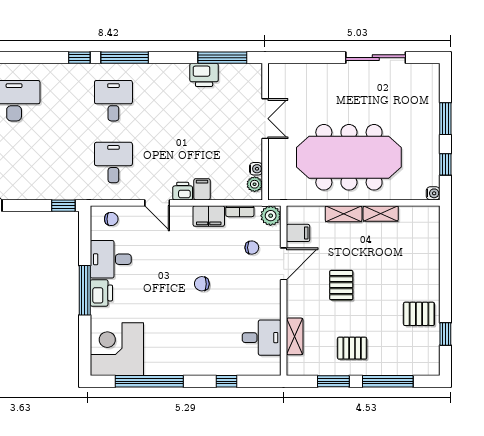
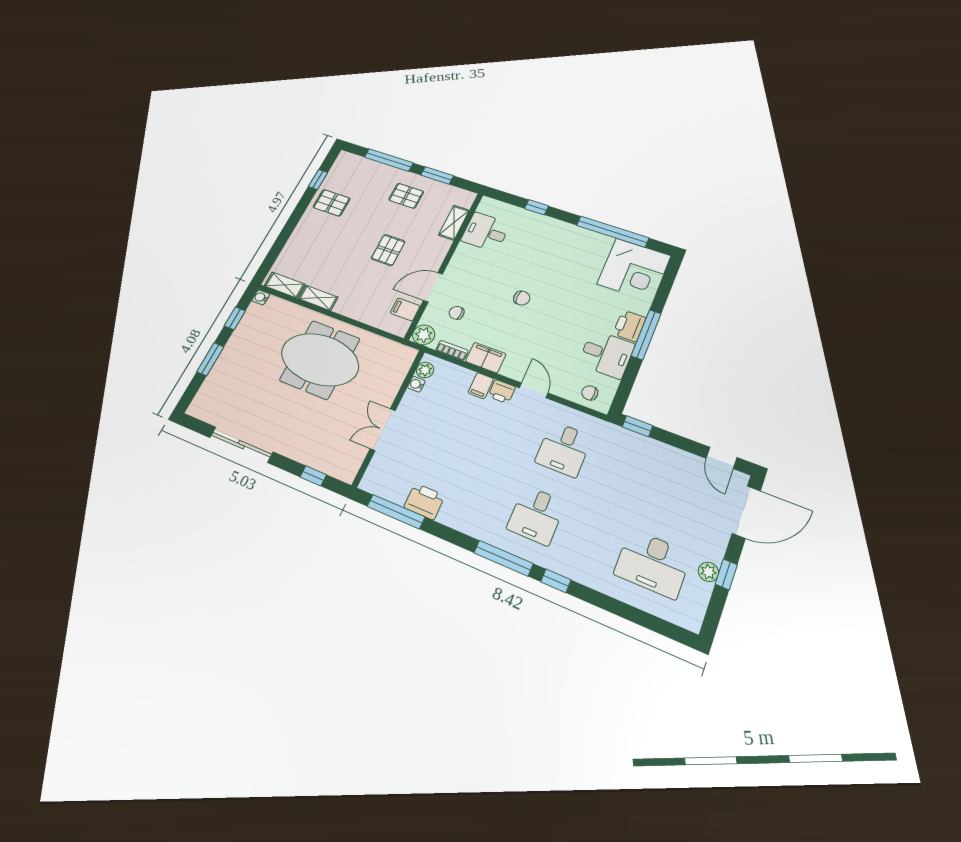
window: (302, 58) -> (313, 476), added
meeting table: (349, 157) -> (320, 359), width x0.73
shelving: (344, 214) -> (285, 285), moved

